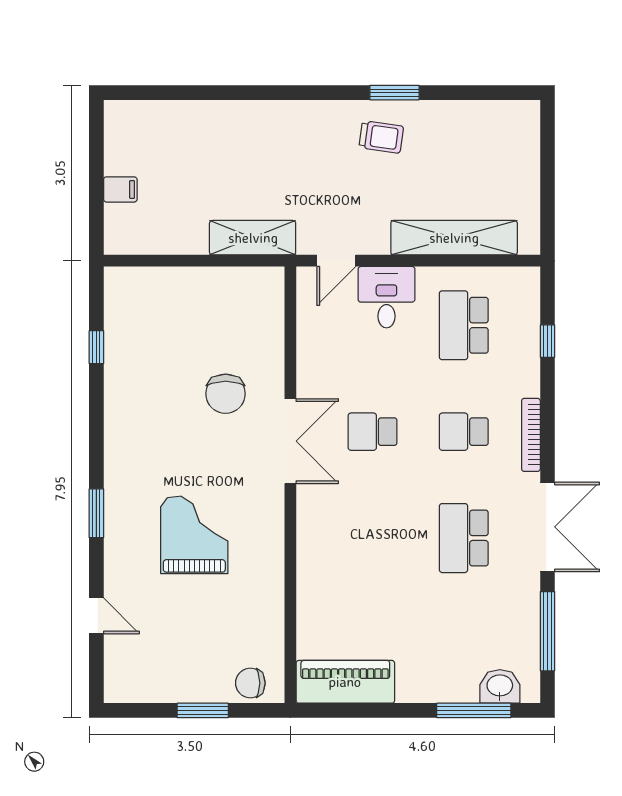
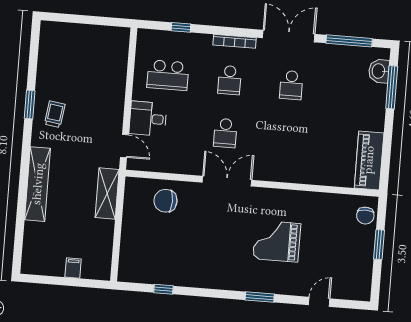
shelving: (454, 238) -> (38, 184), moved
chair: (226, 394) -> (165, 201), moved, turned 180
school desk: (464, 538) -> (291, 85), width x0.54

